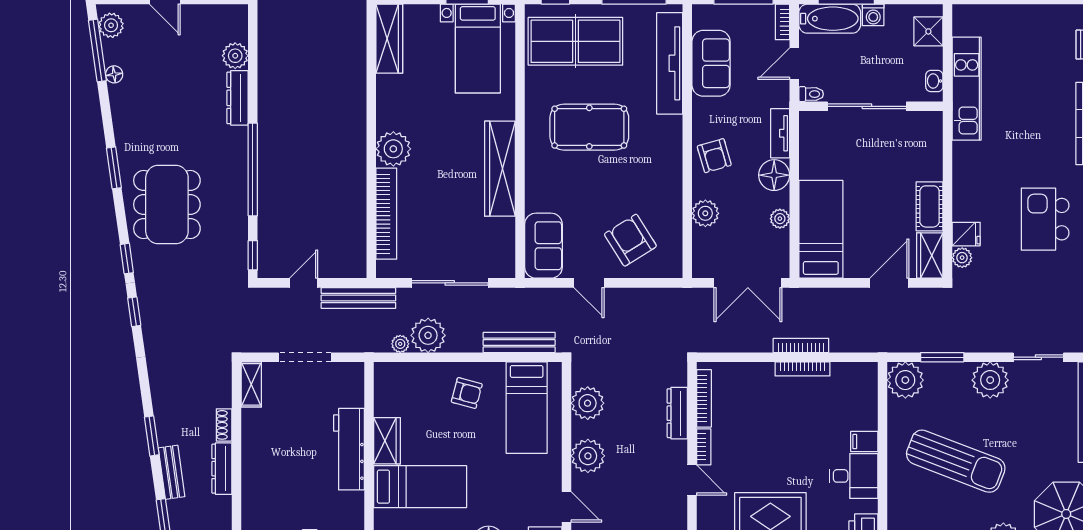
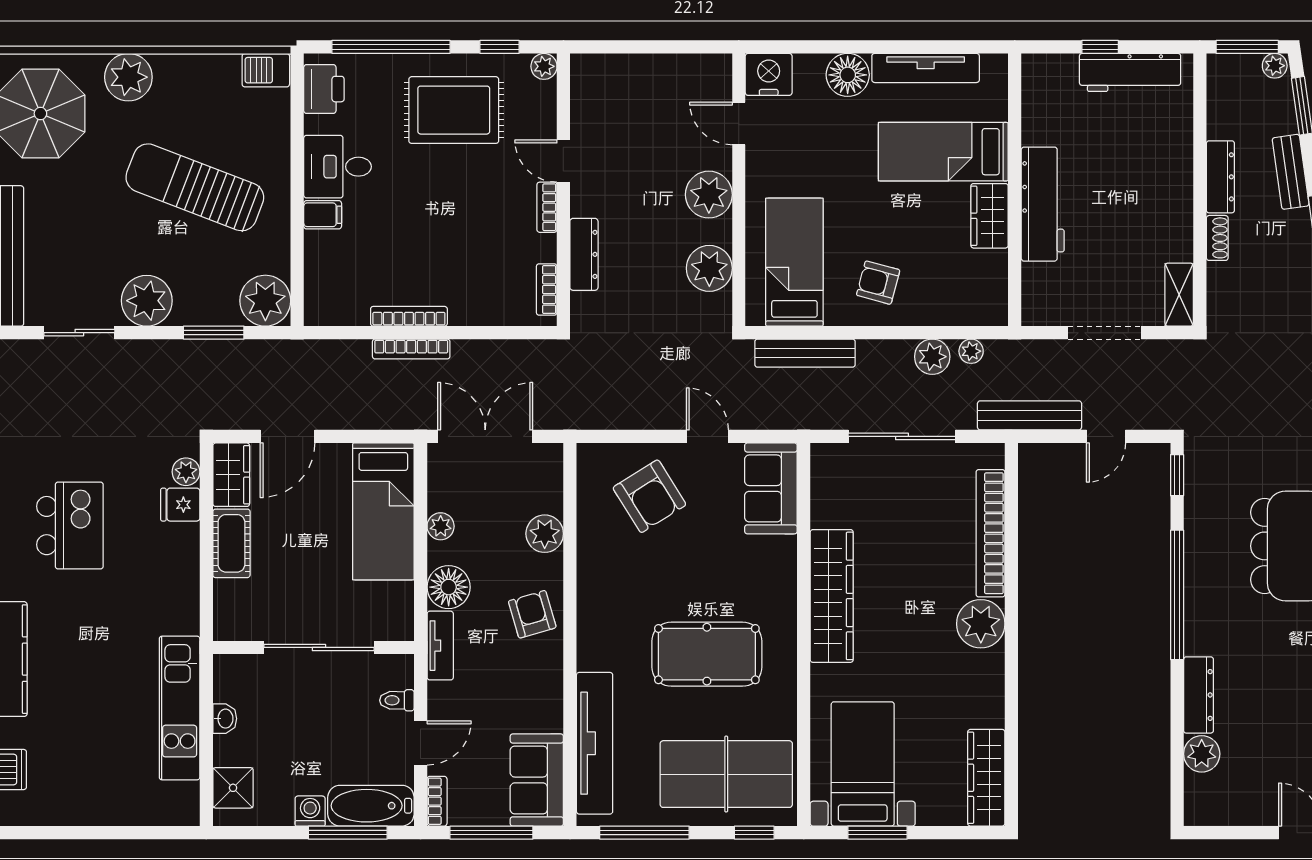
sofa: (711, 63) -> (537, 780), moved
sliding door: (867, 106) -> (319, 647), moved
wall: (871, 106) -> (313, 647), moved
plant: (428, 335) -> (932, 357), width x0.73, depth x0.73
bookcase: (704, 398) -> (547, 290), width x0.64

